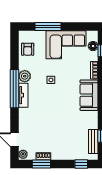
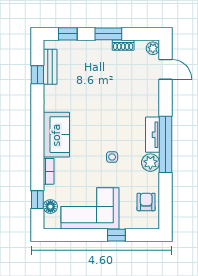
window: (48, 27) -> (116, 235), width x0.46
window: (41, 164) -> (108, 34), moved

